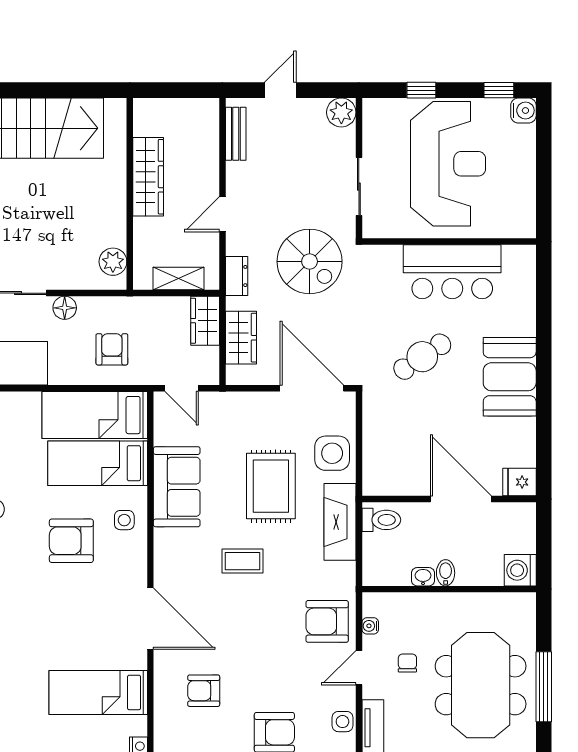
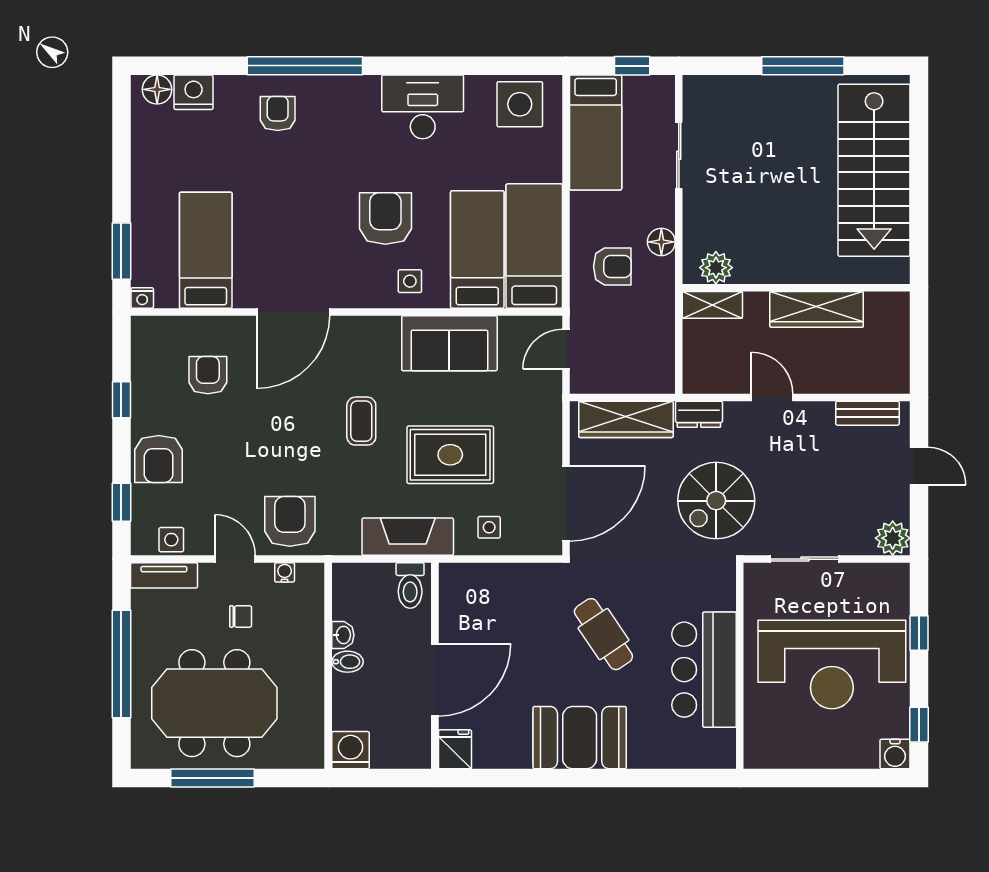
shelving: (178, 279) -> (712, 305), moved, turned 90
floor lamp: (65, 308) -> (661, 242), moved
wardrobe: (205, 321) -> (646, 377), removed
wardrobe: (241, 338) -> (626, 419), width x1.50
side table: (332, 453) -> (489, 527), width x0.54, depth x0.54

